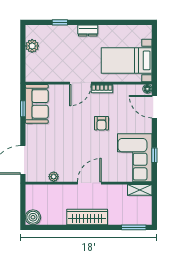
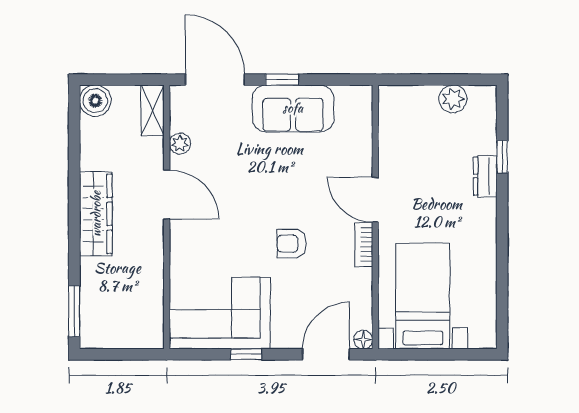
dresser: (88, 31) -> (485, 176), moved
sofa: (37, 104) -> (293, 108), moved
window: (23, 109) -> (282, 80), moved
window: (154, 155) -> (246, 354), moved
door: (89, 183) -> (167, 195), moved
shelving: (140, 190) -> (153, 110), moved

